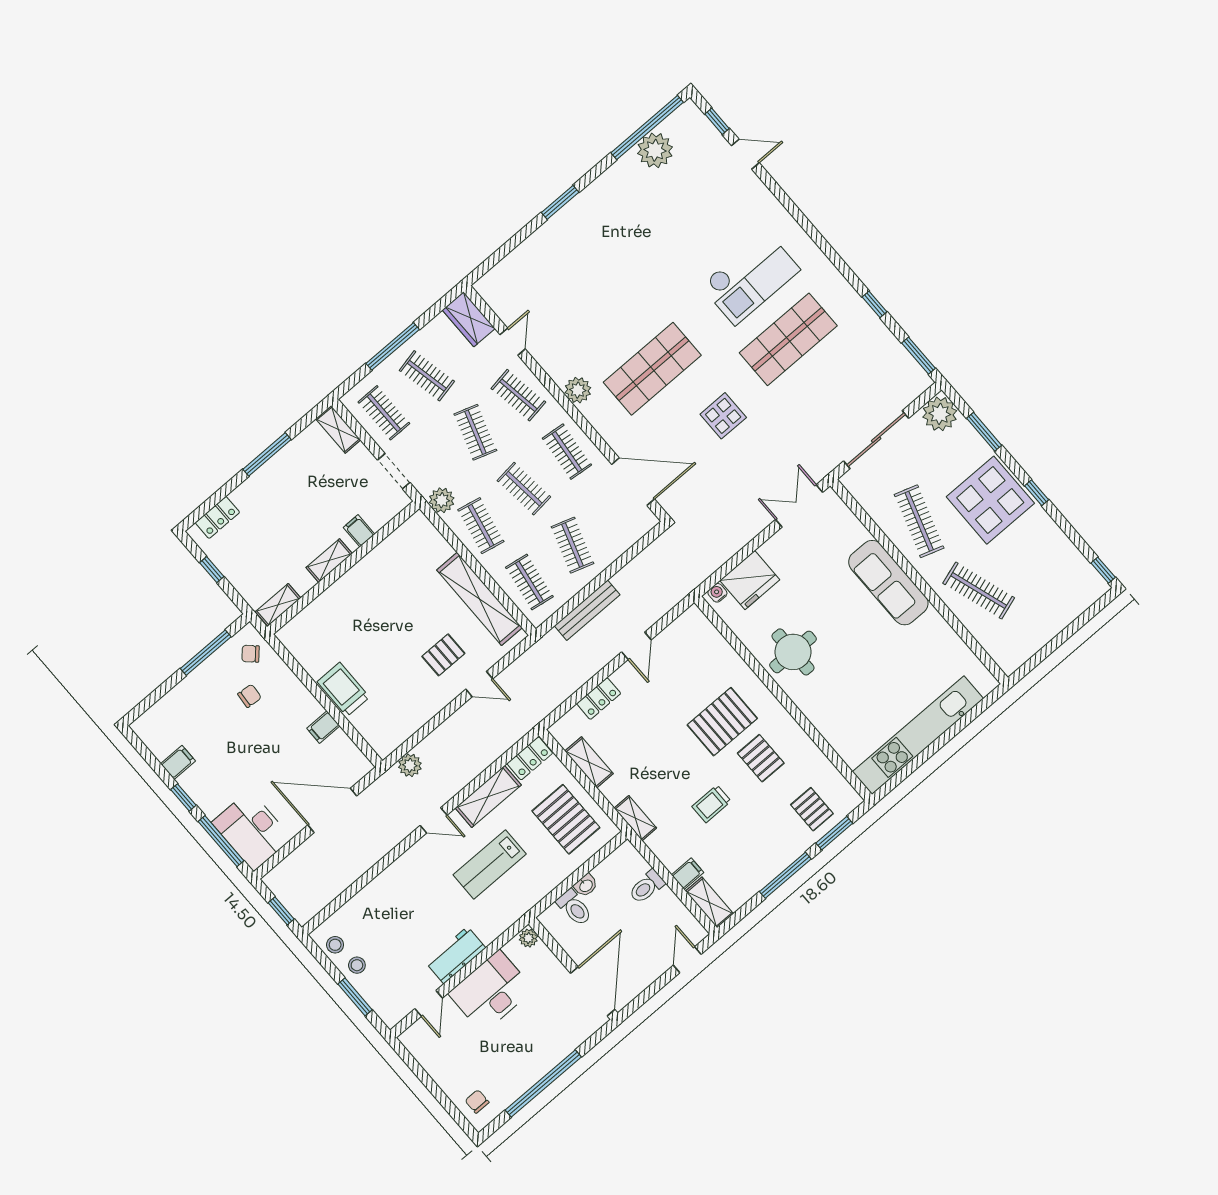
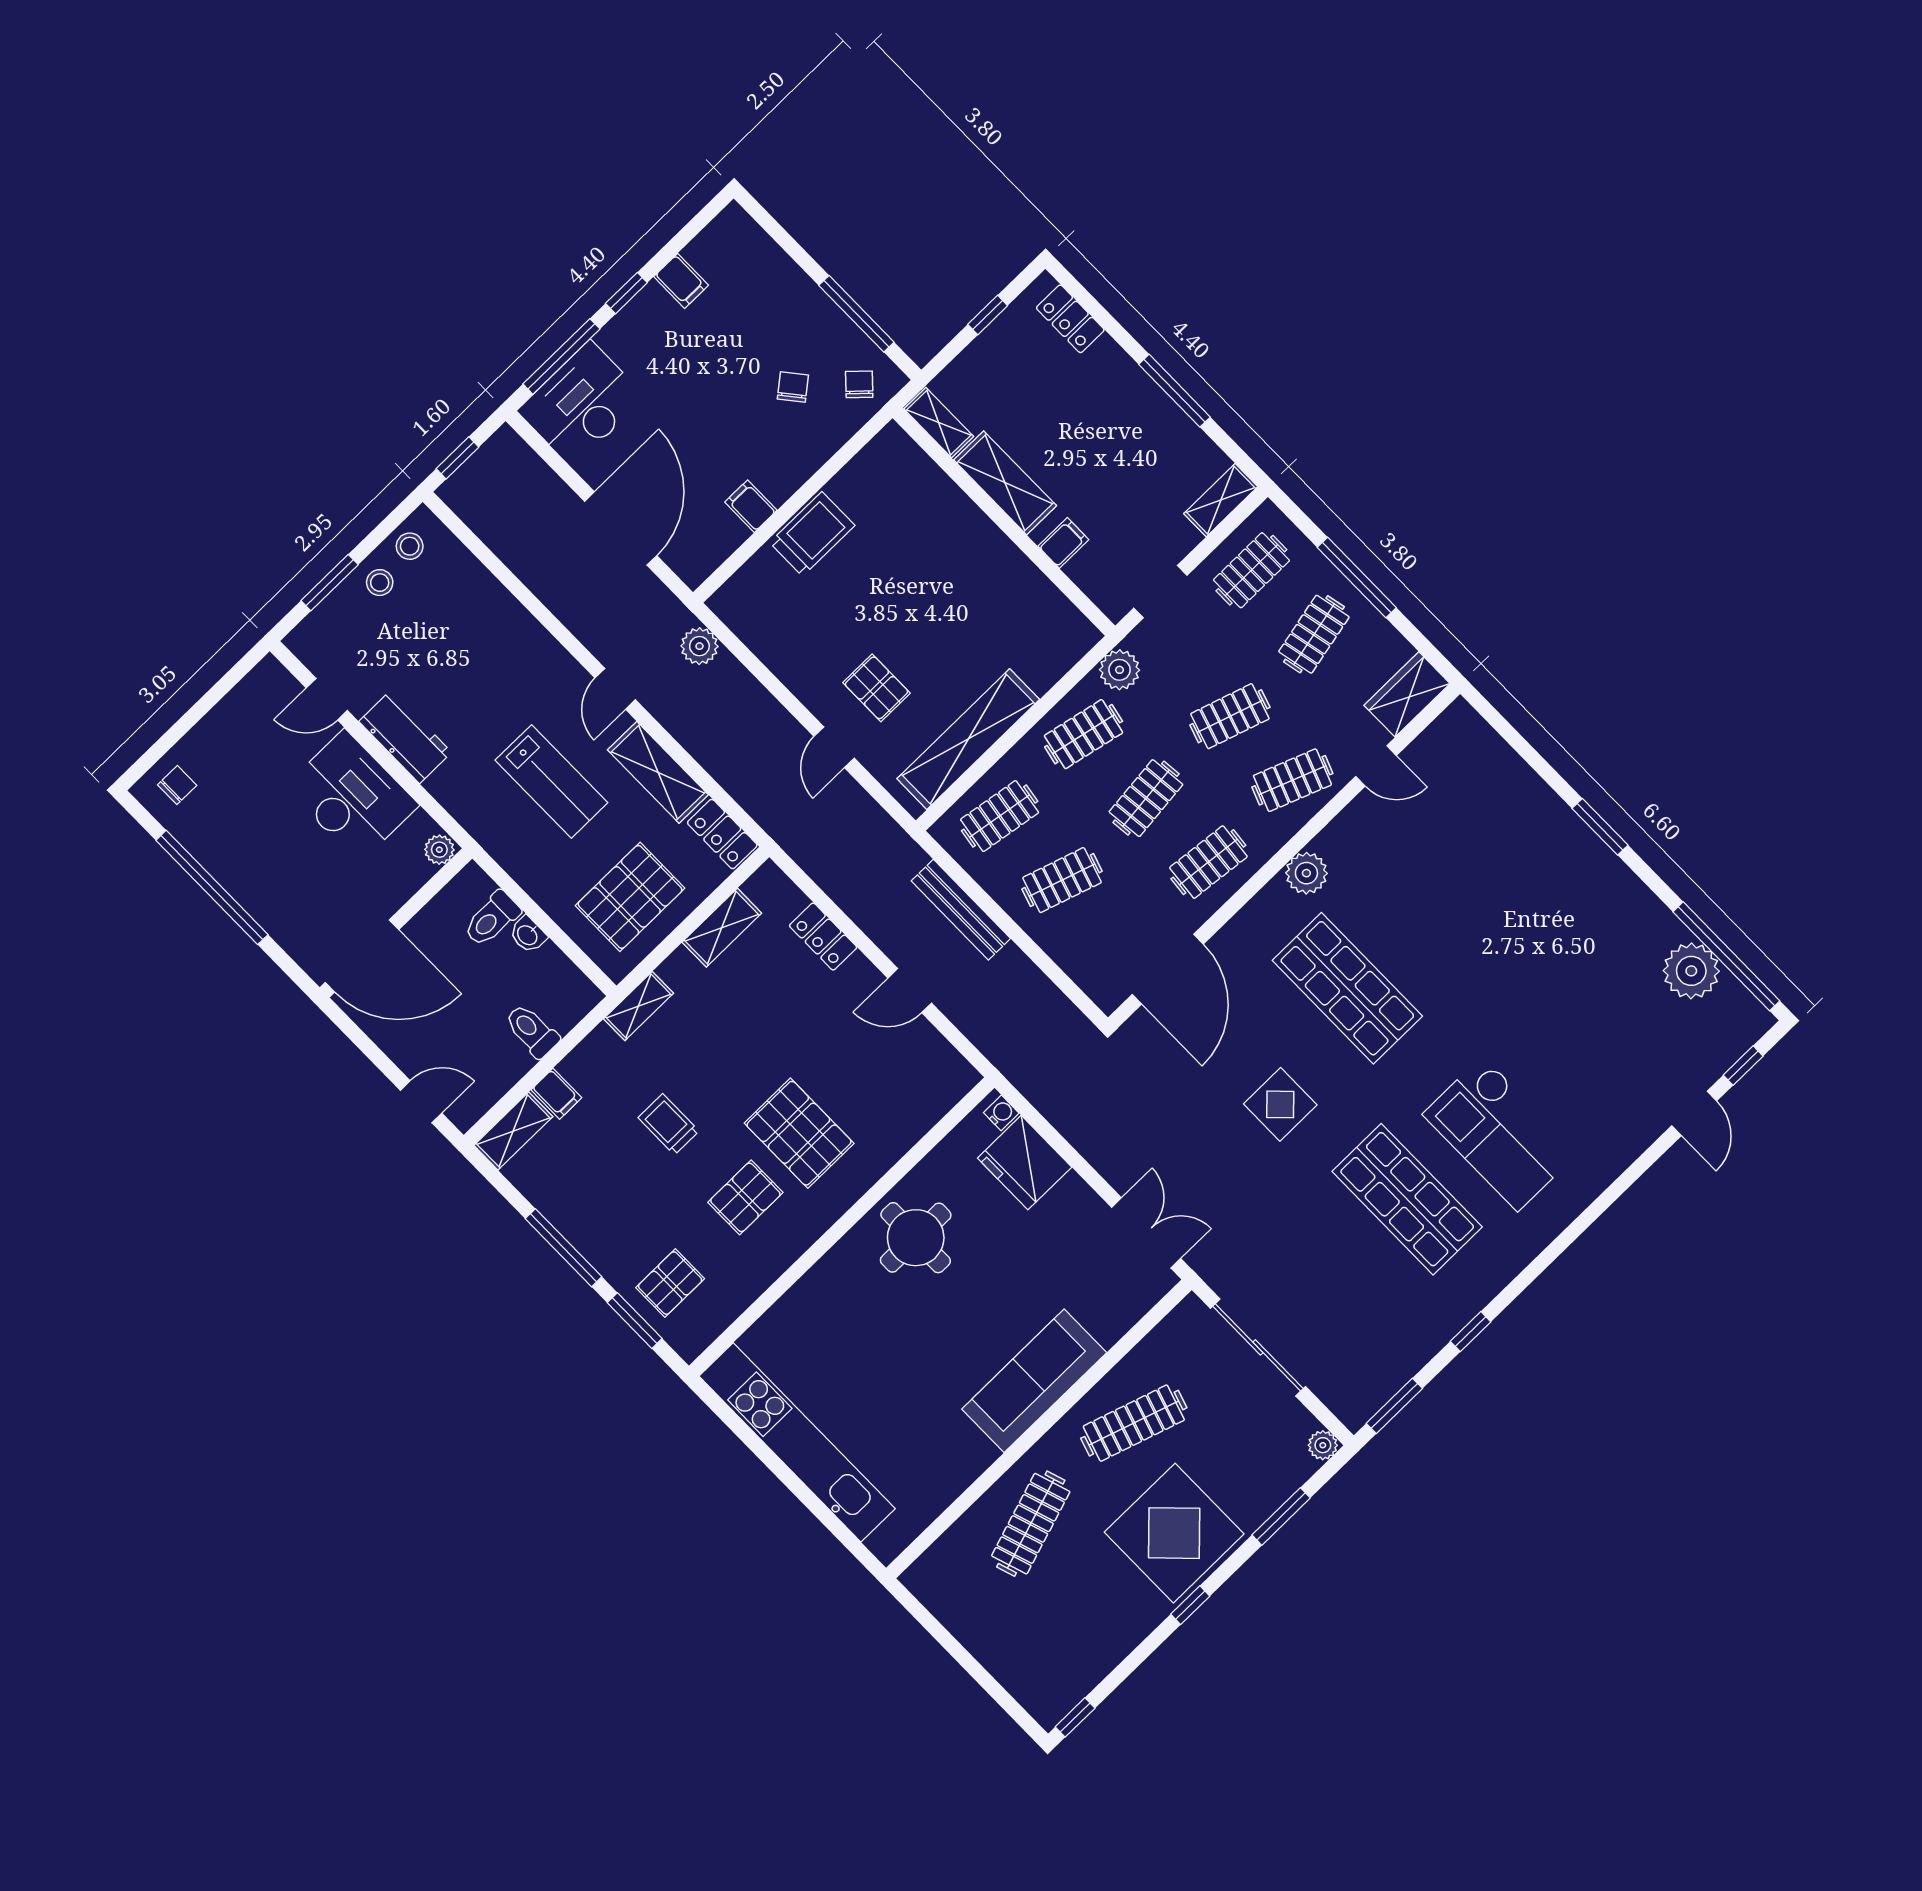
clothes rail: (518, 395) -> (1292, 780), turned 30
plant: (940, 414) -> (1323, 1445), width x0.53, depth x0.53
shelving: (329, 561) -> (1005, 483), width x1.50, depth x1.33
chair: (250, 696) -> (793, 387), turned -134
lab bench: (490, 864) -> (551, 781), turned 180

